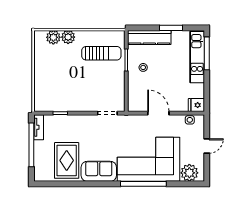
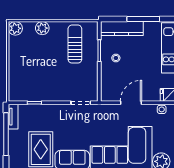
window: (171, 28) -> (143, 19), width x1.44
plant: (53, 37) -> (15, 28), moved
sun lounger: (101, 53) -> (75, 44), turned -90
door: (158, 113) -> (131, 103), hinge flipped

